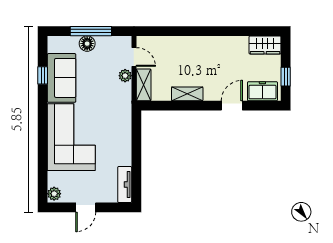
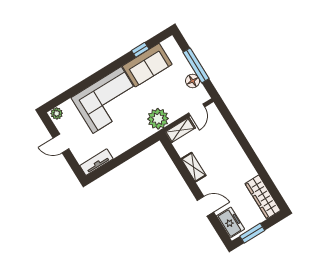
floor lamp: (87, 44) -> (193, 81), moved
wardrobe: (265, 45) -> (263, 197), width x1.50
plant: (125, 76) -> (158, 119), moved, width x1.88, depth x1.88
window: (286, 77) -> (252, 233), width x1.50

